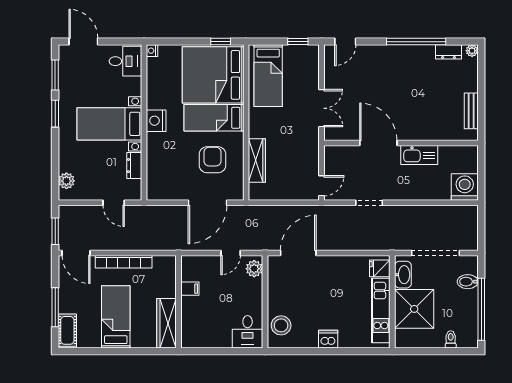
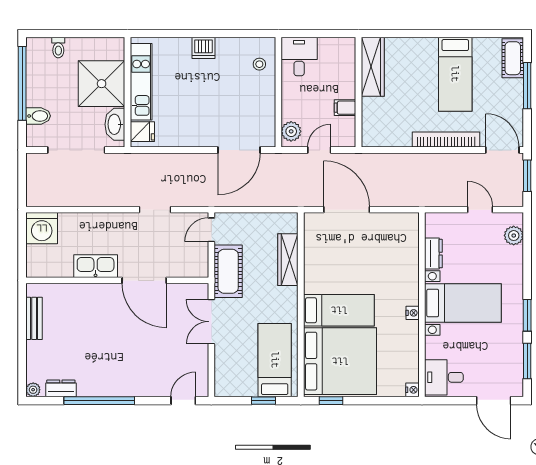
window: (298, 42) -> (263, 401), moved
nightstand: (156, 121) -> (413, 313), width x0.53, depth x0.56
cot: (307, 151) -> (228, 271), added
armchair: (213, 160) -> (341, 261), removed
door: (114, 203) -> (480, 210), moved
door: (207, 203) -> (347, 210), hinge flipped
filing cabinet: (190, 289) -> (345, 108), moved
wall: (179, 302) -> (359, 92), moved
wardrobe: (167, 323) -> (373, 67), moved
stool: (281, 325) -> (259, 64), width x0.53, depth x0.53

